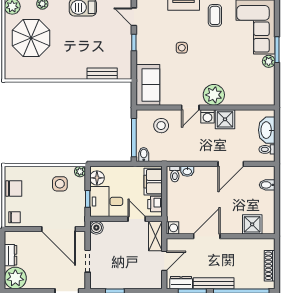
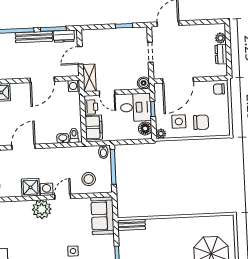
bench: (102, 74) -> (131, 225), moved
chair: (14, 189) -> (201, 122), moved, turned 180
door: (59, 229) -> (178, 80), swing flipped
plant: (15, 278) -> (220, 38), width x0.53, depth x0.53

